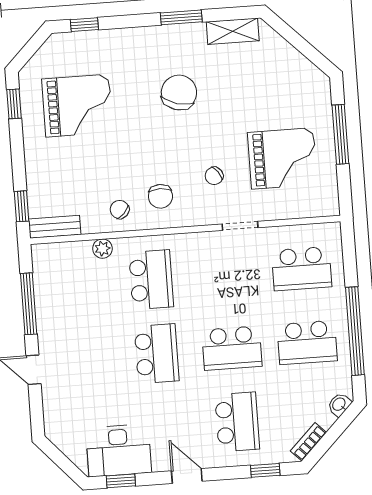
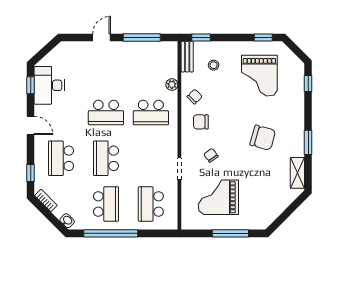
grand piano: (282, 158) -> (218, 197), turned 90
stool: (66, 182) -> (214, 65), added
school desk: (307, 343) -> (106, 204), turned 180
school desk: (237, 422) -> (61, 158), turned 90
door: (187, 476) -> (31, 125), hinge flipped

